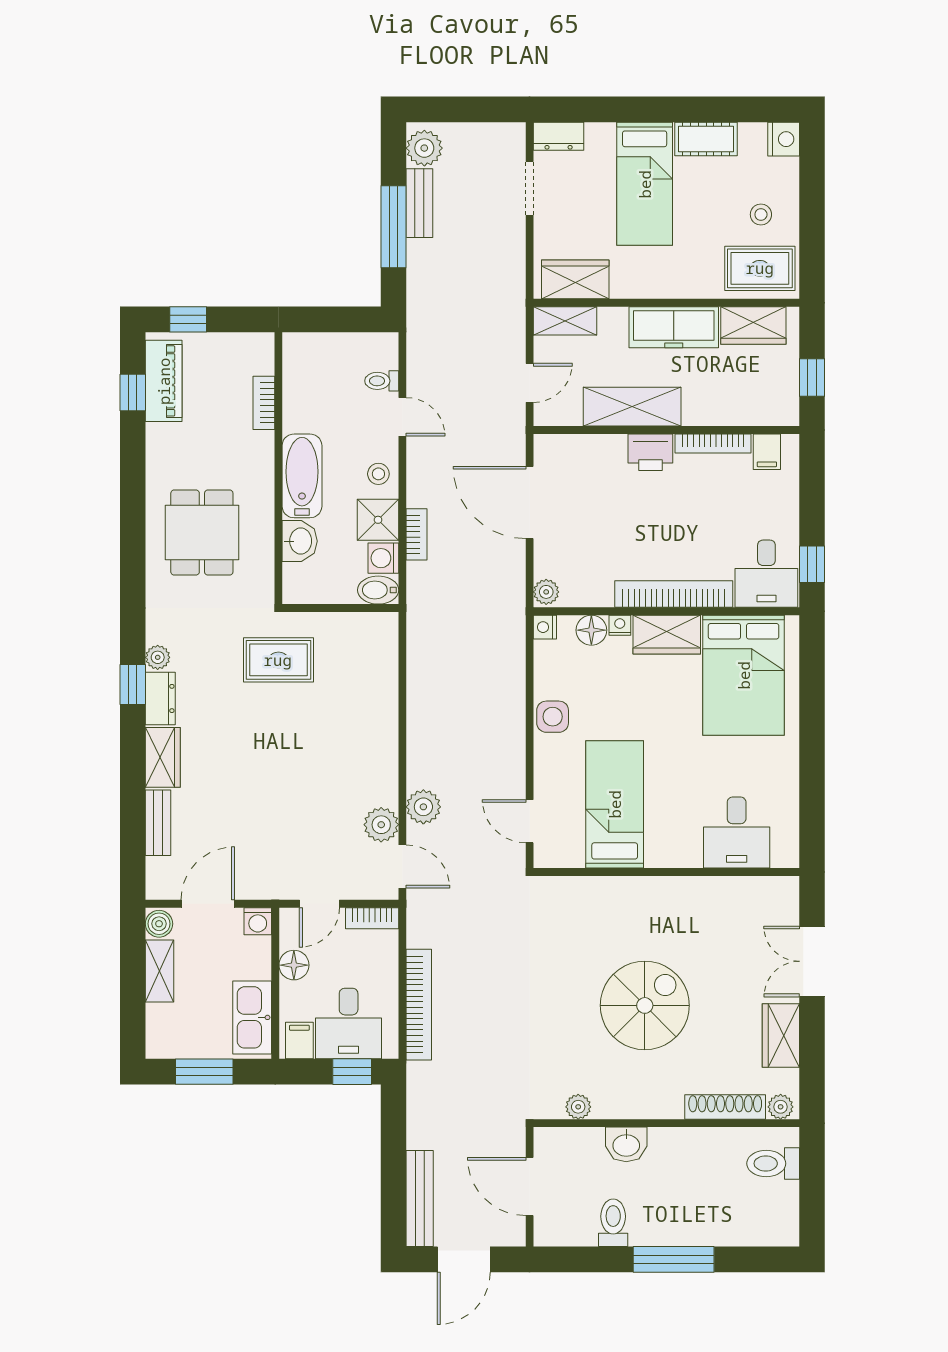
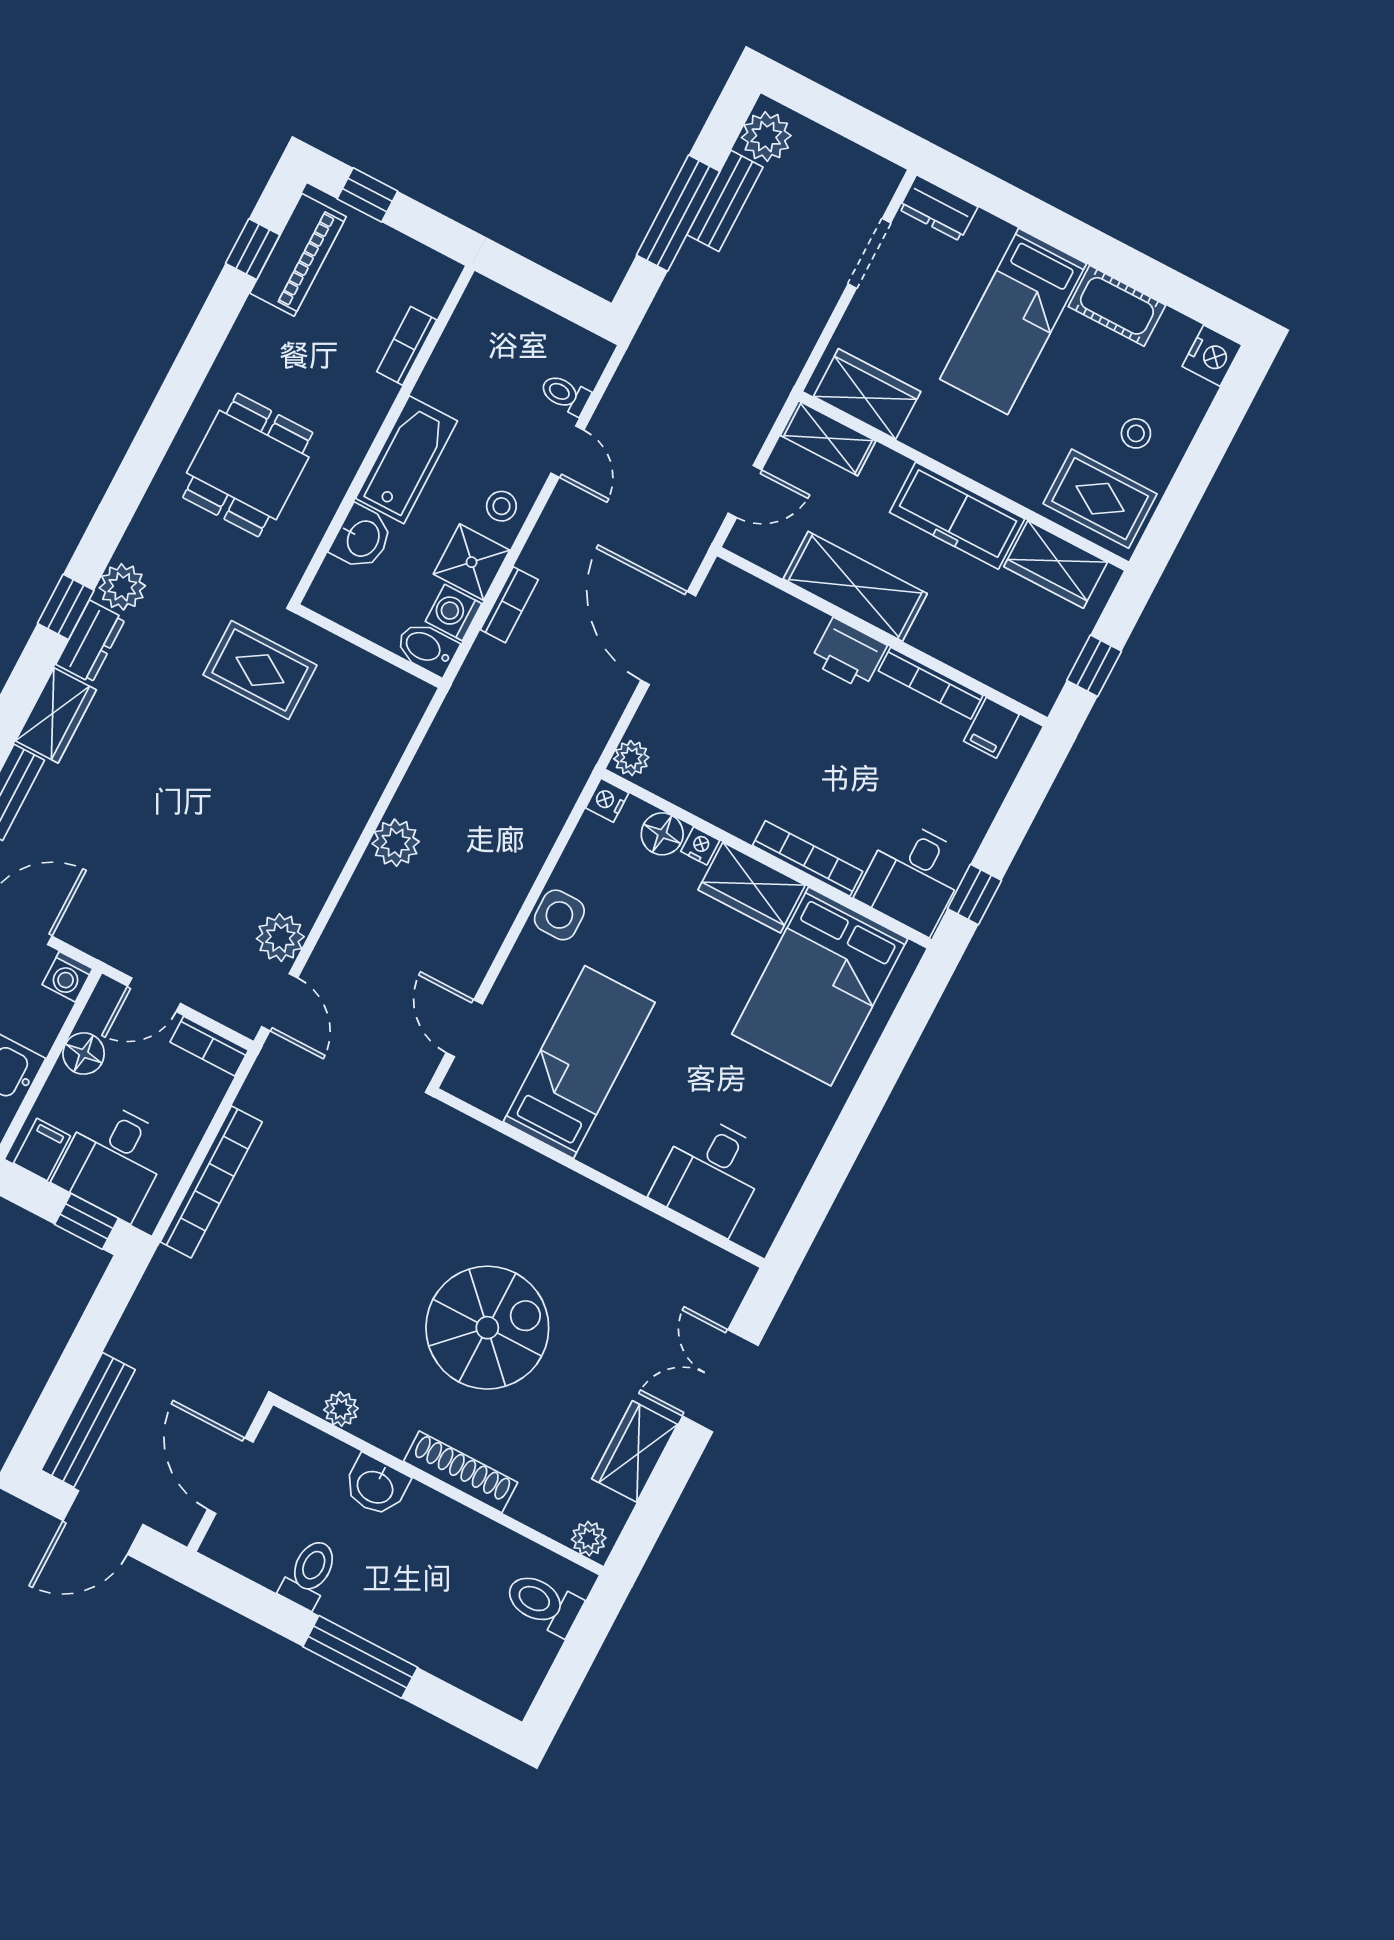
bookcase: (674, 594) -> (808, 858), width x0.68, depth x0.76
plant: (158, 657) -> (122, 587), width x1.38, depth x1.38
plant: (423, 807) -> (396, 843), moved
shoe rack: (725, 1107) -> (461, 1472), moved

